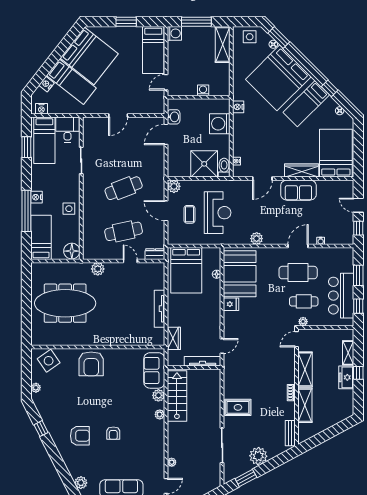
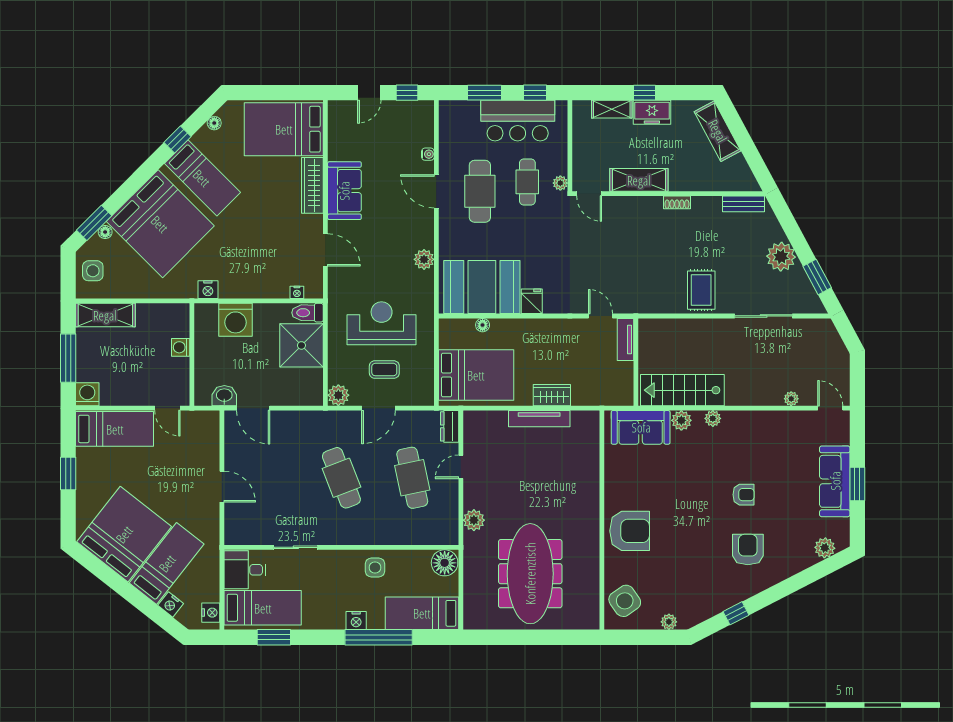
wardrobe: (174, 338) -> (552, 395), moved
tv unit: (203, 361) -> (625, 339), width x0.71
shelving: (305, 405) -> (718, 131), moved, turned 62

